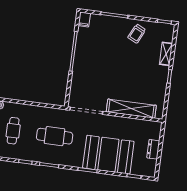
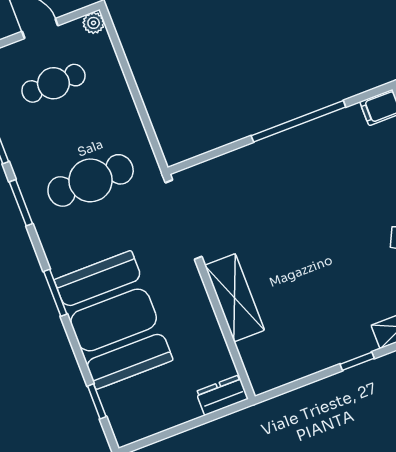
shelving: (131, 109) -> (235, 298), width x0.68
cafe table: (55, 136) -> (91, 180), turned 90
dresser: (153, 149) -> (222, 395), moved

